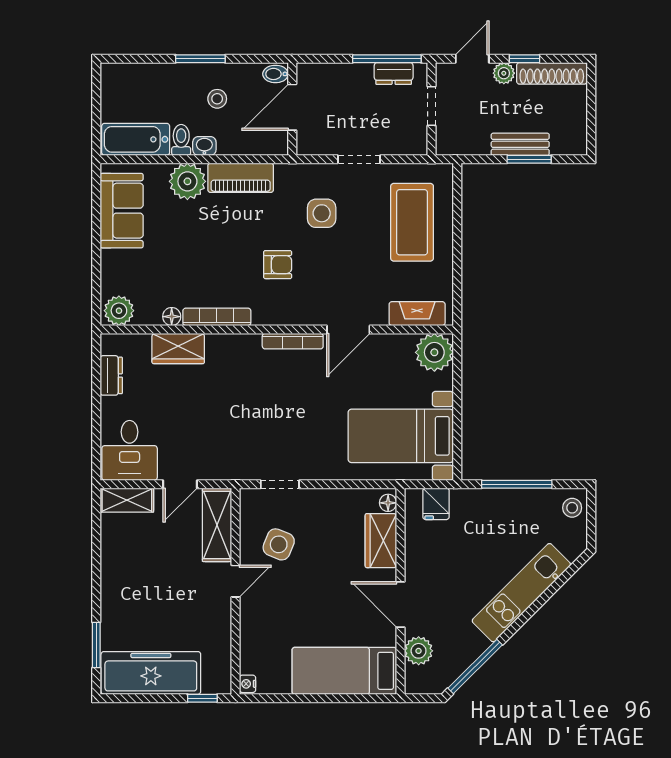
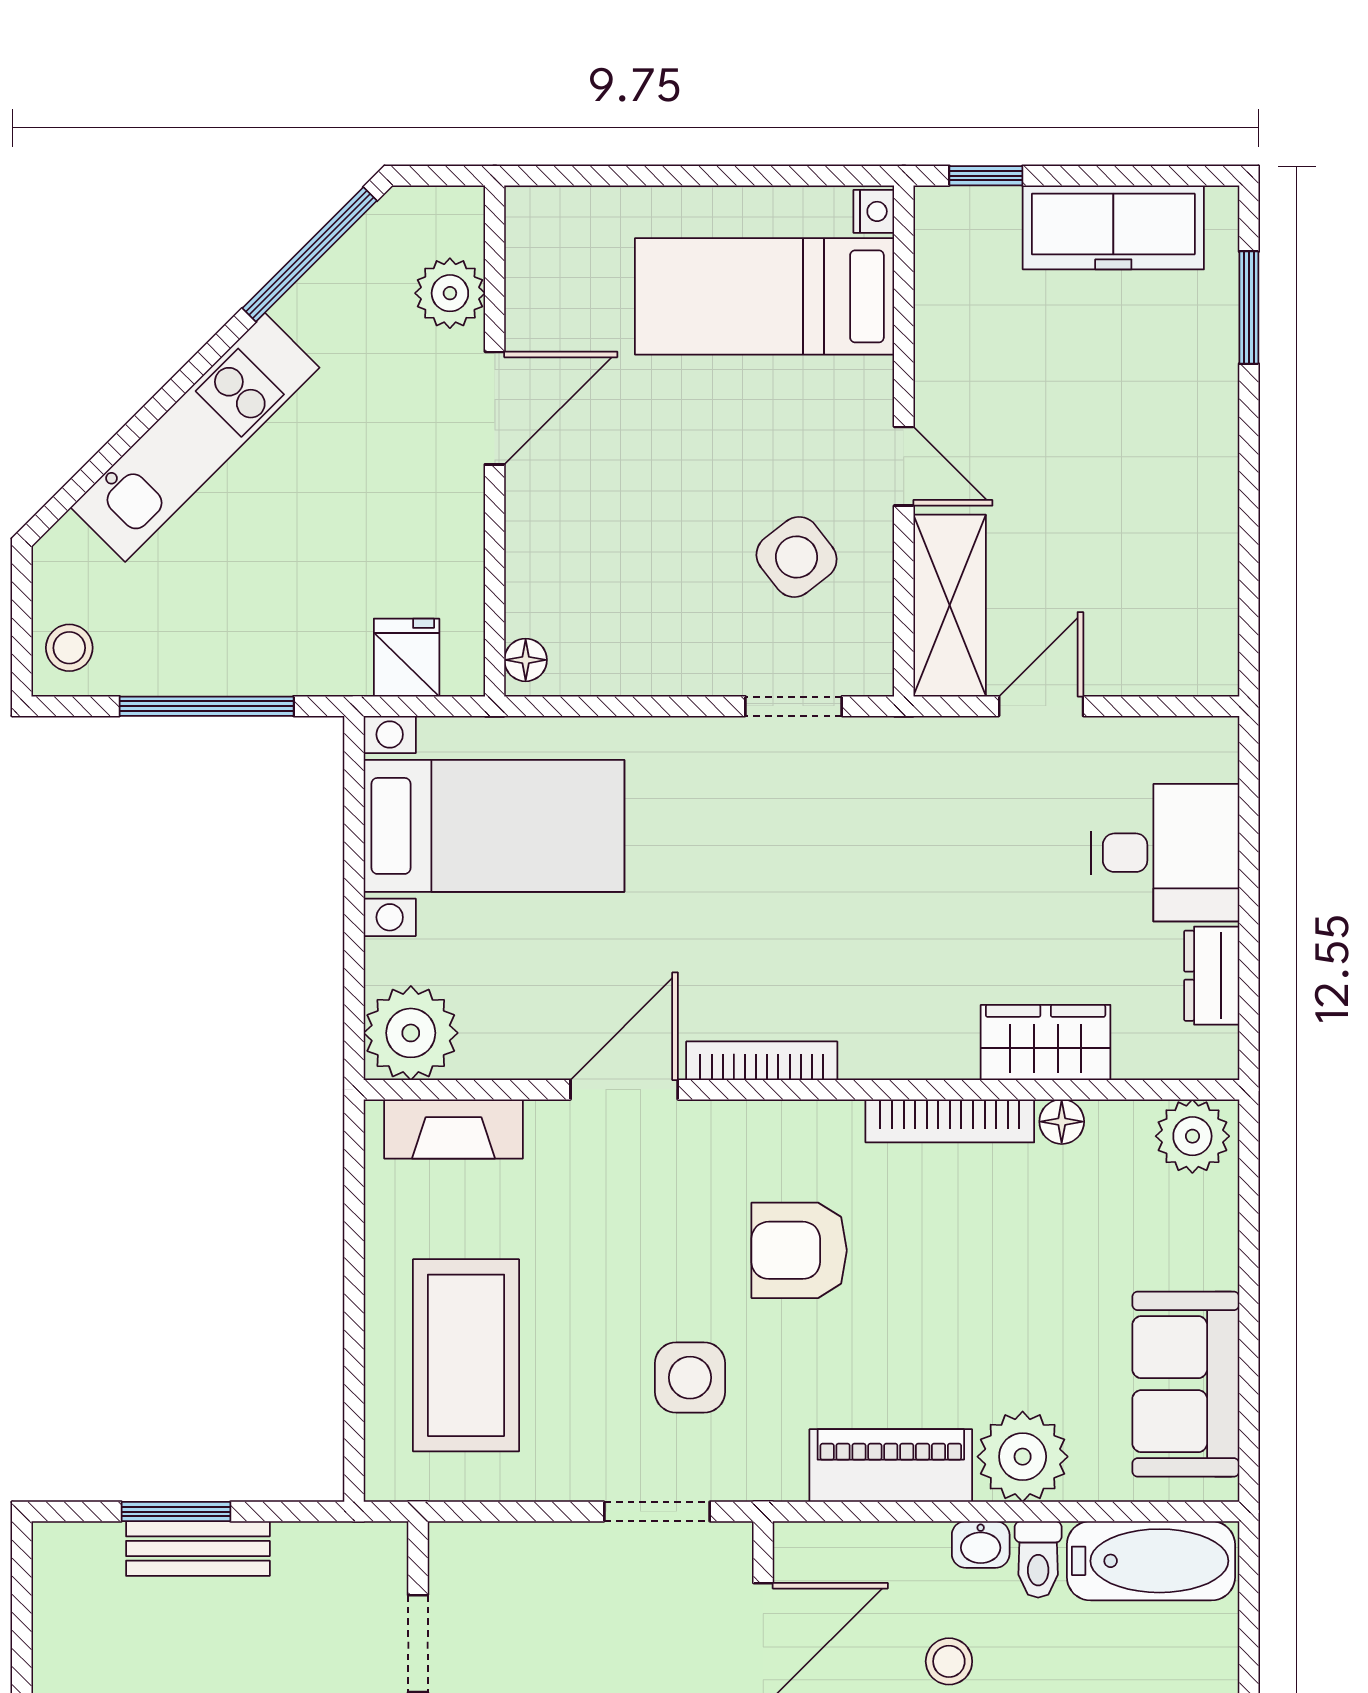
doorway: (359, 159) -> (657, 1512), moved
armchair: (278, 265) -> (799, 1250), width x1.38, depth x1.38
desk: (130, 450) -> (1165, 853), moved, turned 90
shelving: (127, 500) -> (1173, 667), removed
wardrobe: (381, 541) -> (543, 566), removed
side table: (279, 544) -> (797, 557), turned 30
door: (235, 581) -> (904, 466), swing flipped
door: (400, 604) -> (495, 408), hinge flipped
bed: (344, 671) -> (765, 296), moved, turned 180
freezer: (151, 673) -> (1113, 227), width x0.73, depth x0.79

